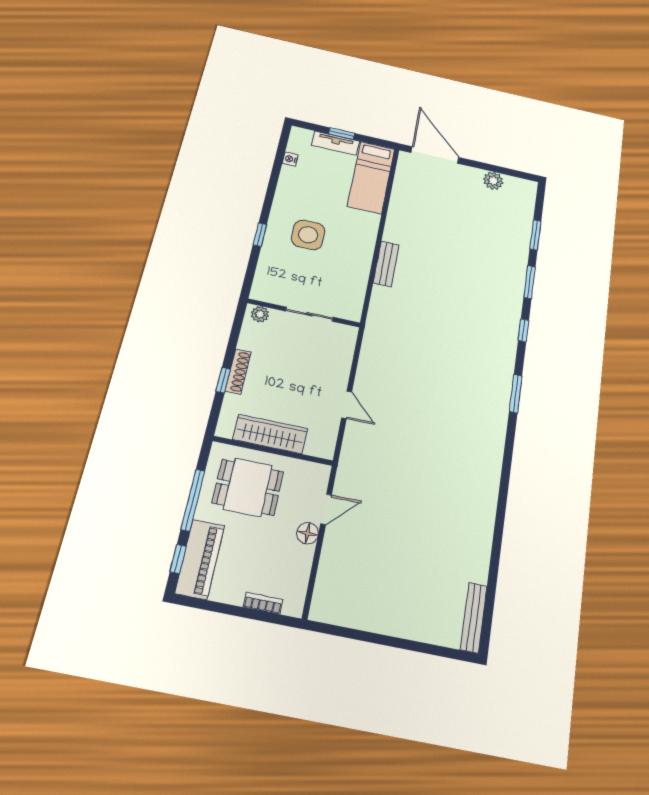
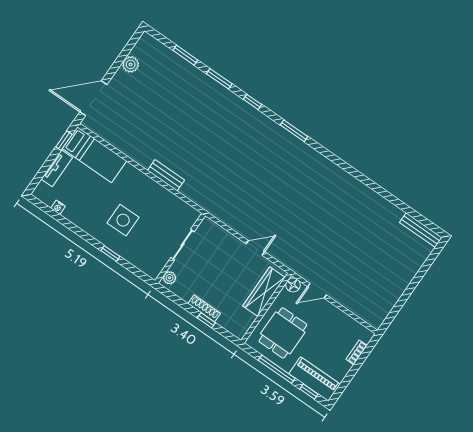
window: (342, 134) -> (64, 141), moved
wardrobe: (270, 434) -> (264, 292), moved
door: (326, 509) -> (317, 291), swing flipped
floor lamp: (308, 533) -> (293, 285), moved

